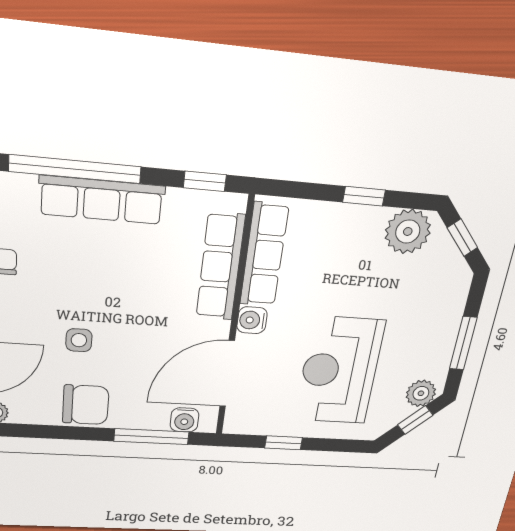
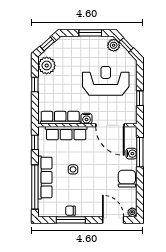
side table: (79, 340) -> (73, 169), moved
reception desk: (339, 371) -> (106, 81), turned 180
water cooler: (184, 420) -> (131, 154), moved

